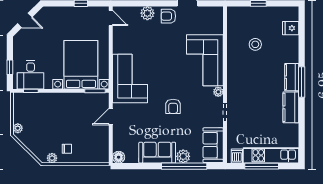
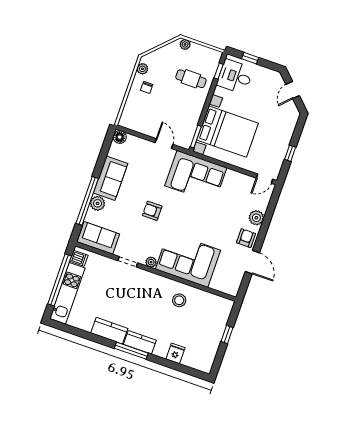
fridge: (291, 28) -> (175, 353), moved
stool: (255, 44) -> (179, 300), moved
cafe table: (46, 113) -> (191, 79), added
window: (262, 166) -> (60, 280), width x1.46

